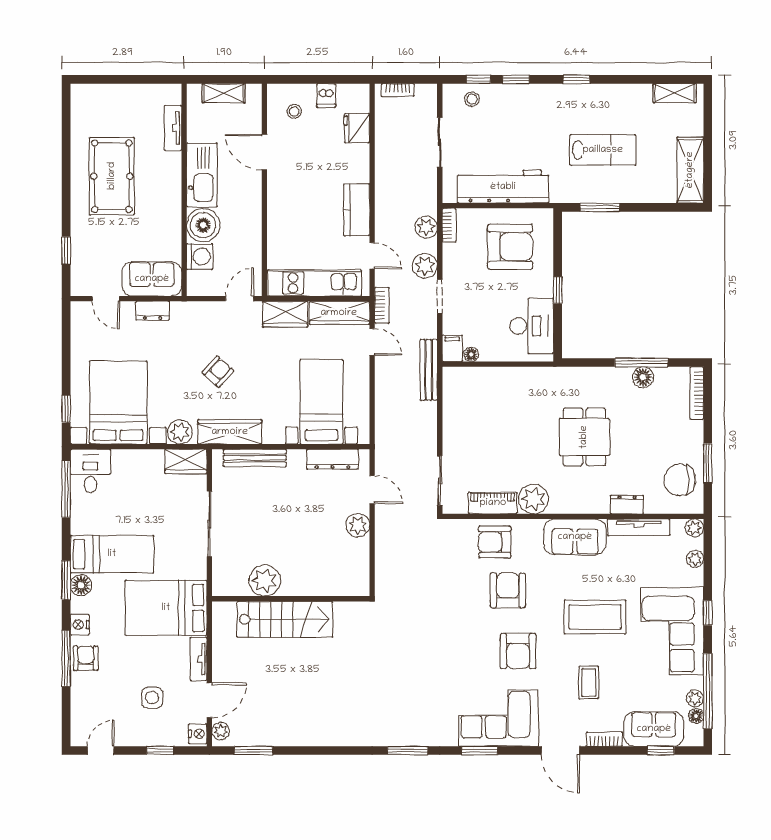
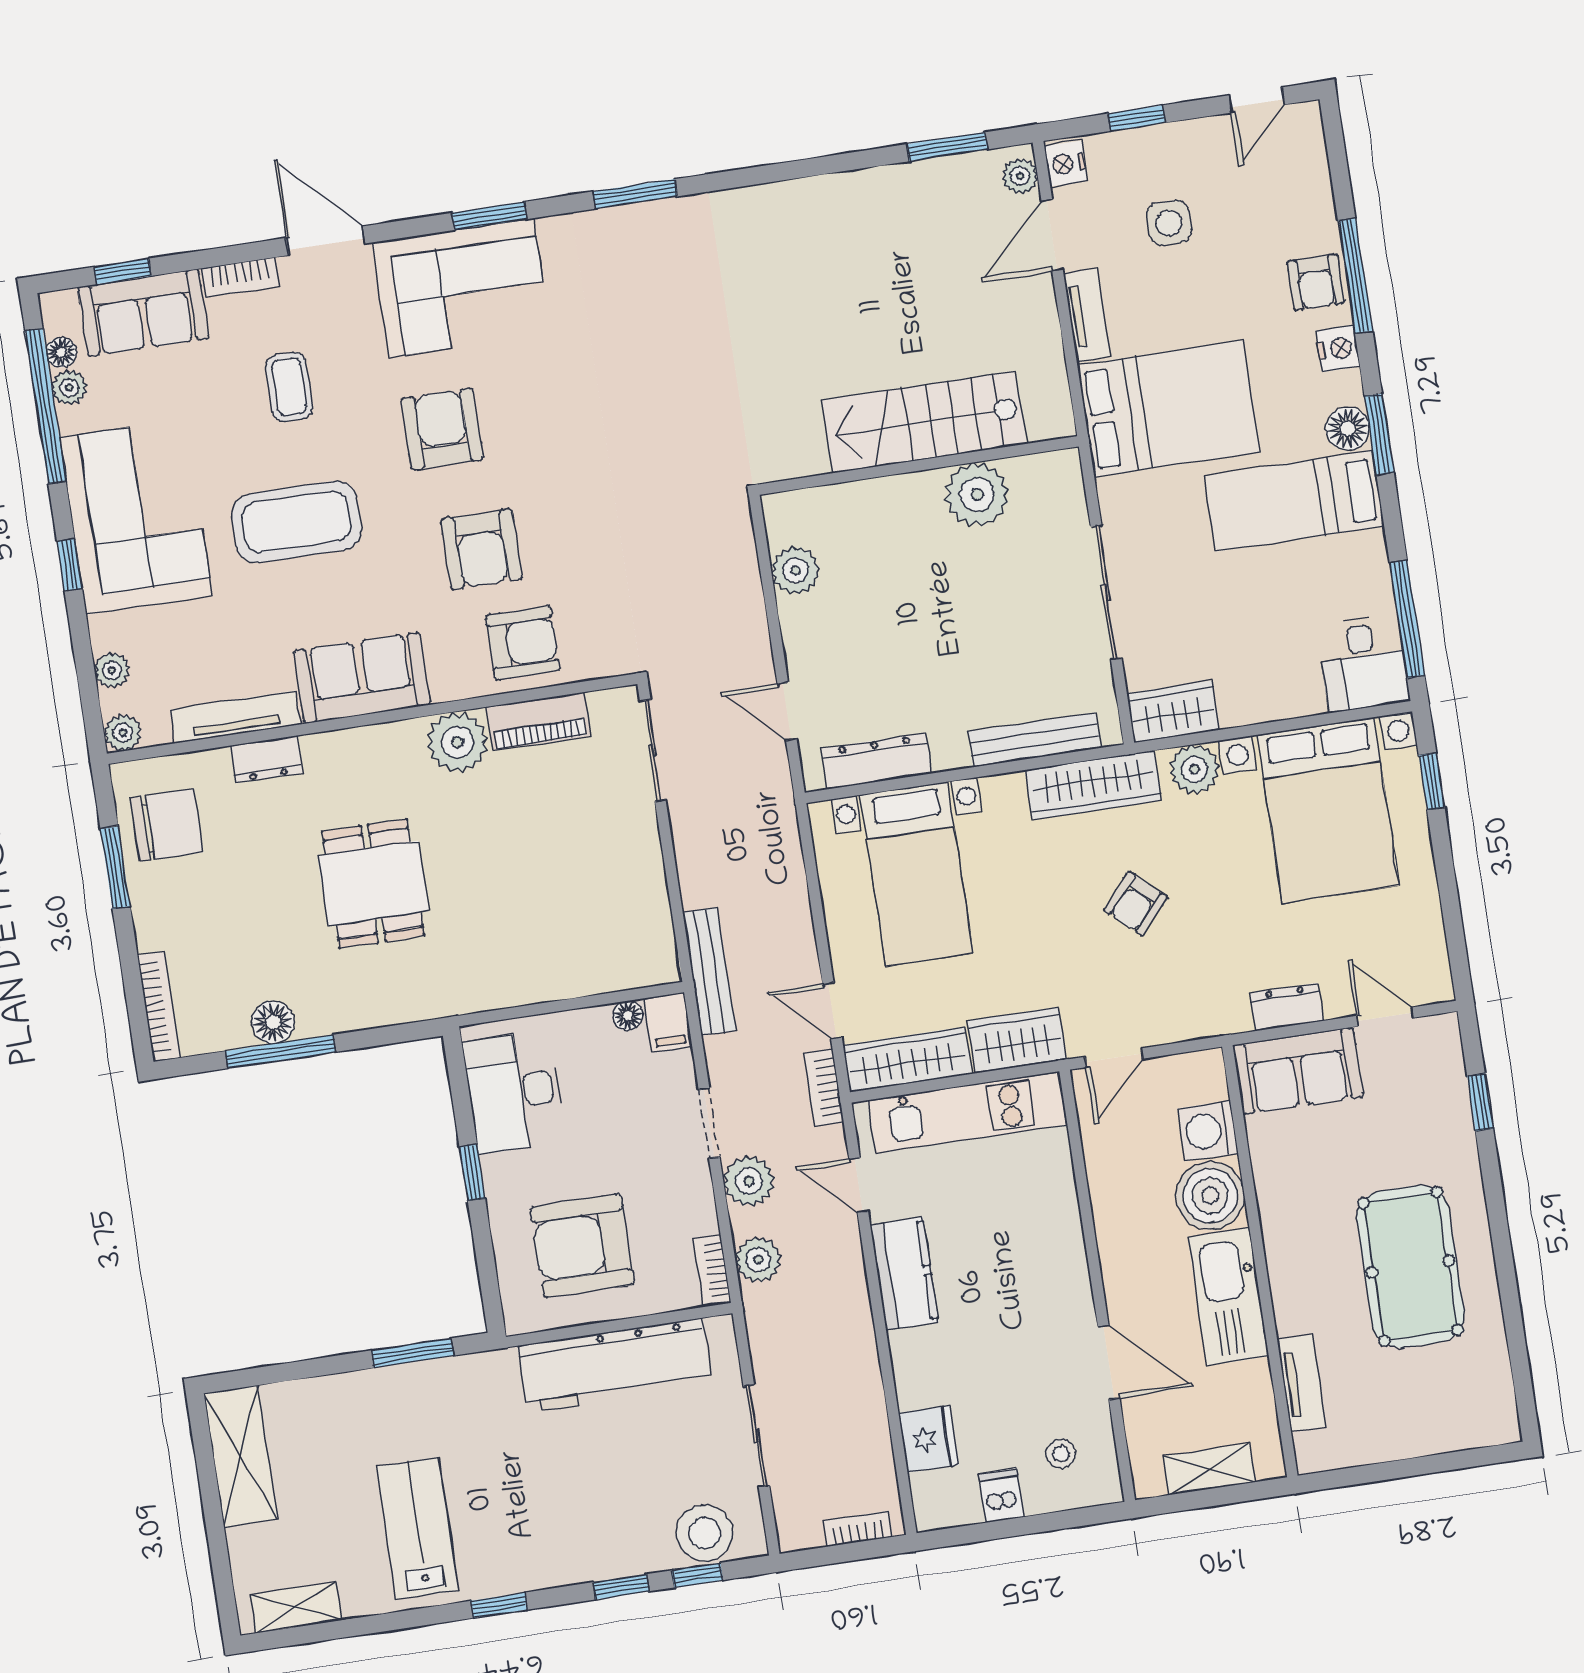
stool: (472, 99) -> (705, 1533), width x1.89, depth x1.89
lab bench: (603, 150) -> (418, 1528), moved, turned 90
plant: (358, 525) -> (795, 570), moved

